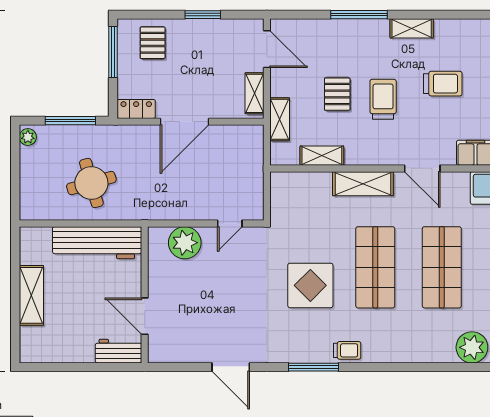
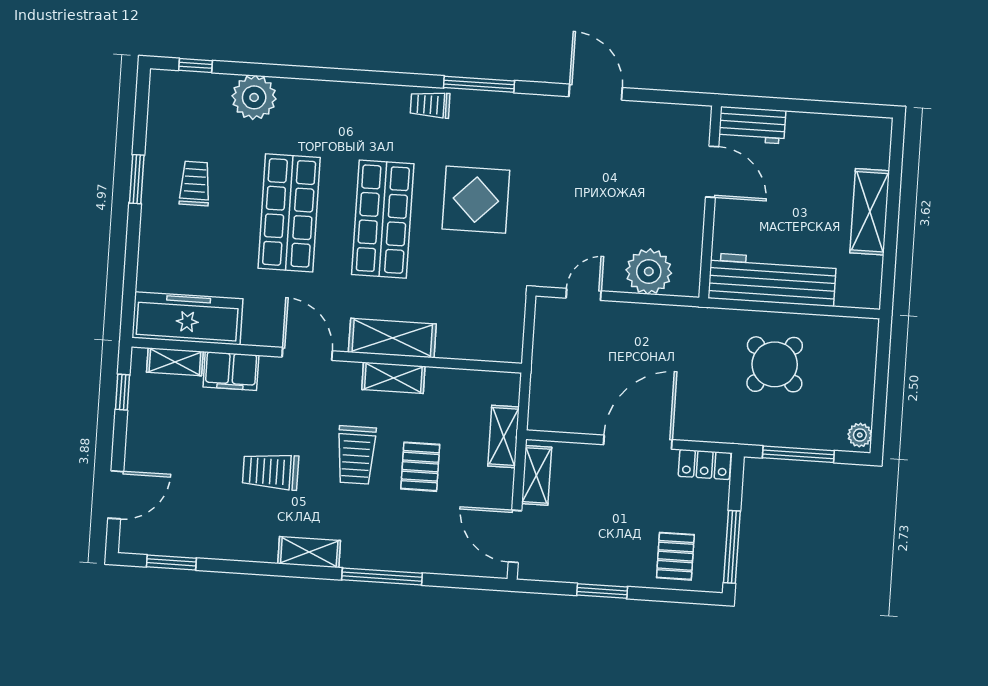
shelving: (322, 156) -> (393, 378), moved
round table: (91, 183) -> (775, 364), turned -32

